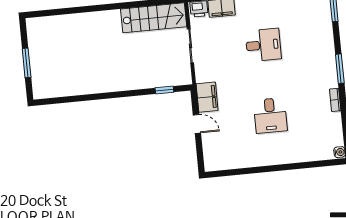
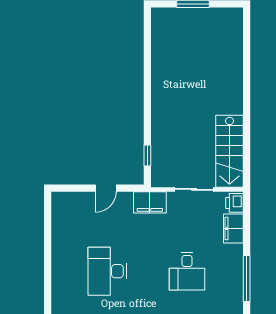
filing cabinet: (207, 97) -> (150, 202), moved
desk: (270, 115) -> (107, 271), width x1.37

